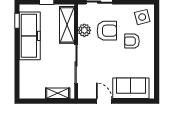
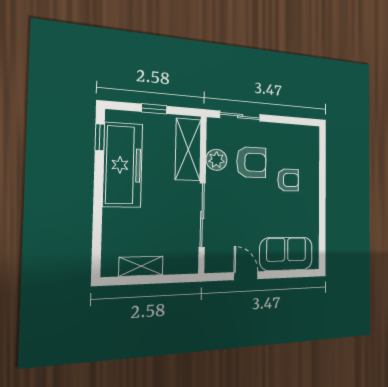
side table: (142, 17) -> (303, 144), removed
armchair: (132, 41) -> (288, 180), turned 180
shelving: (58, 93) -> (141, 266), moved

